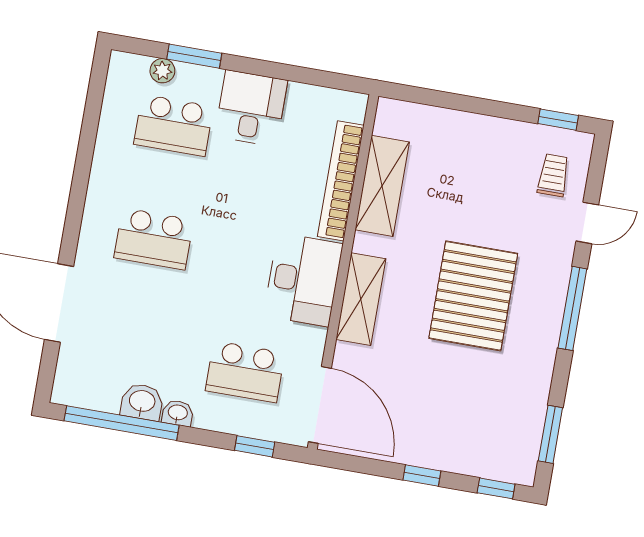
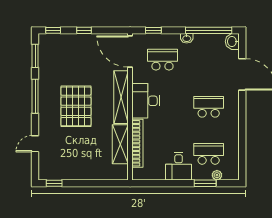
trolley: (553, 175) -> (52, 161), removed
shelving: (361, 299) -> (121, 97), width x1.47
window: (572, 308) -> (35, 96), moved
washbasin: (142, 402) -> (232, 42), moved, turned 90

